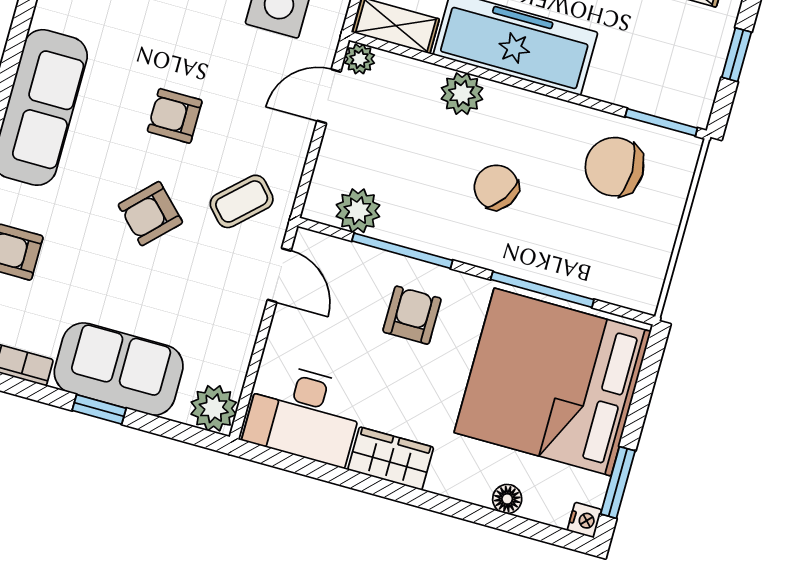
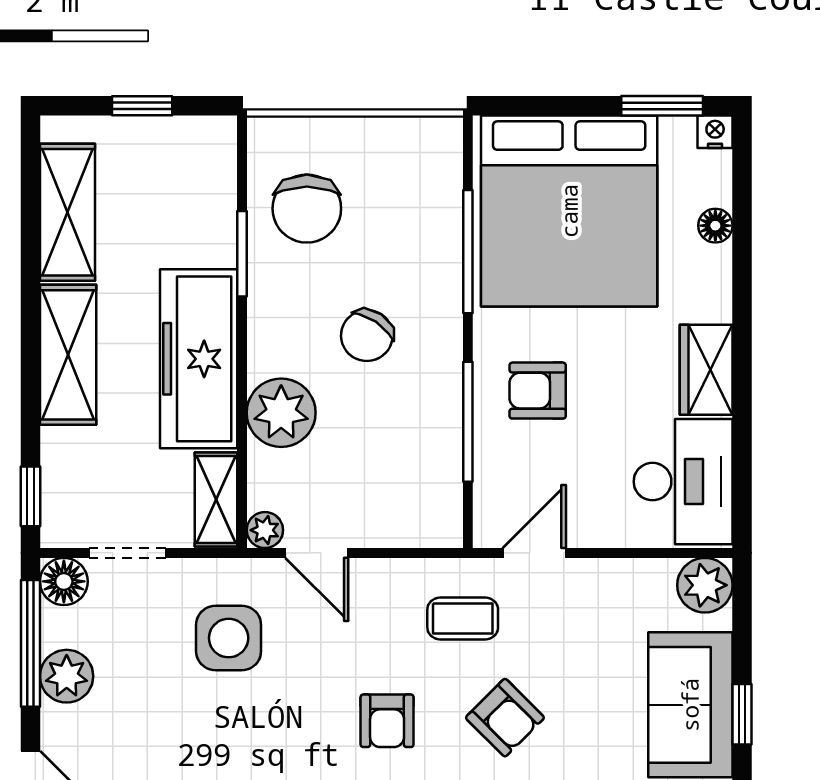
plant: (462, 94) -> (281, 413), width x1.36, depth x1.36
window: (661, 122) -> (242, 254), moved
coffee table: (242, 201) -> (463, 618), turned -47
plant: (358, 211) -> (437, 484), removed

